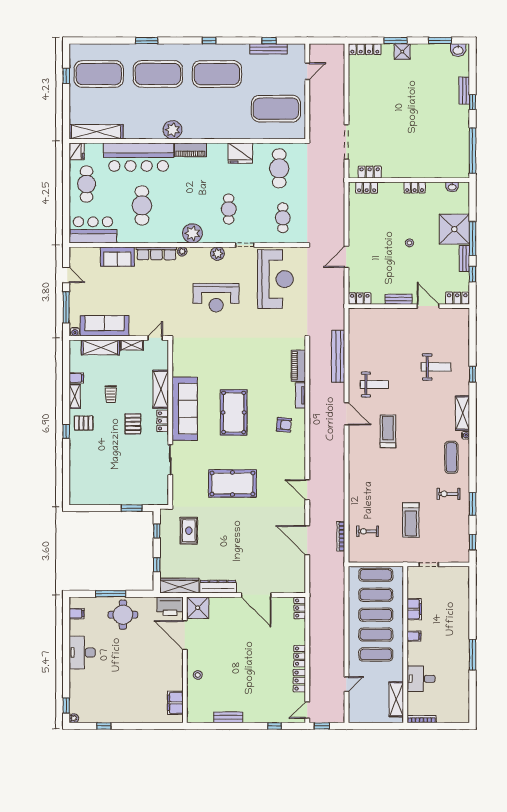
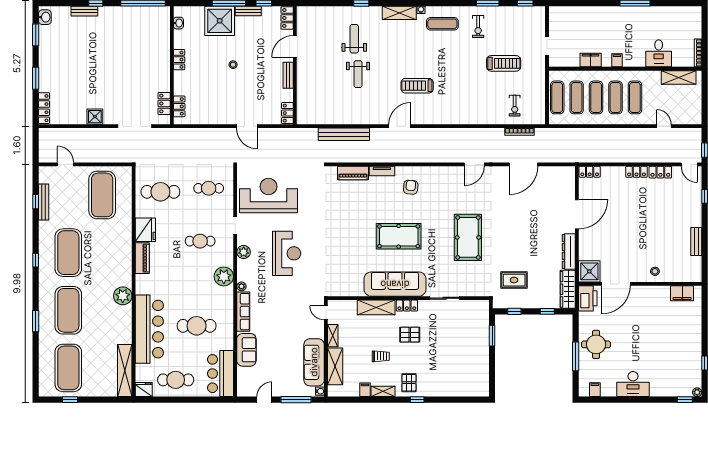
shower: (402, 52) -> (95, 117), moved
piano: (191, 150) -> (142, 258), moved
weight bench: (374, 385) -> (358, 74), moved, turned 180

